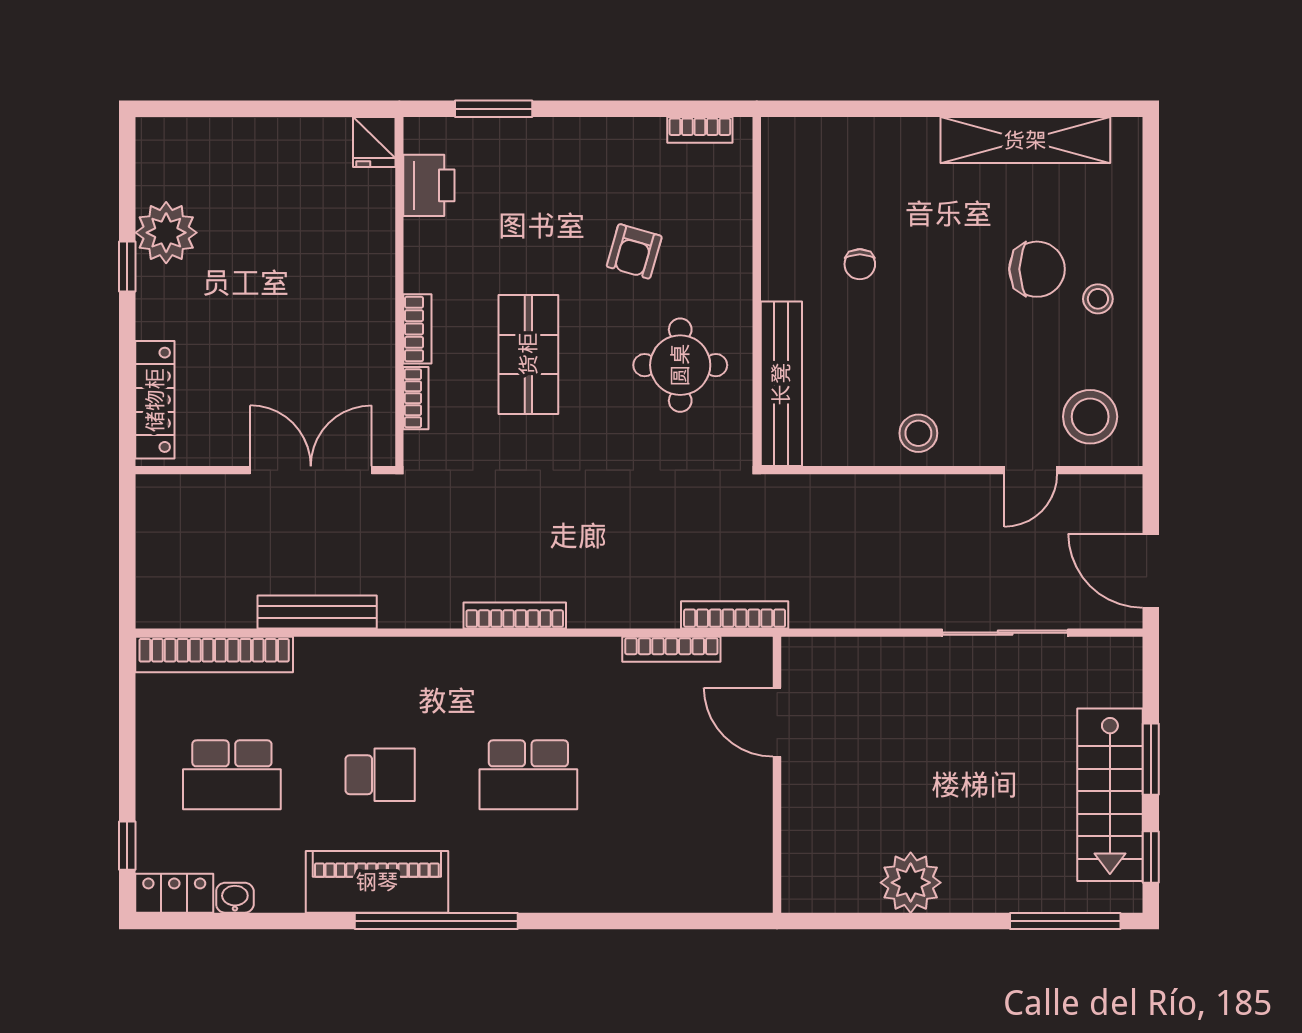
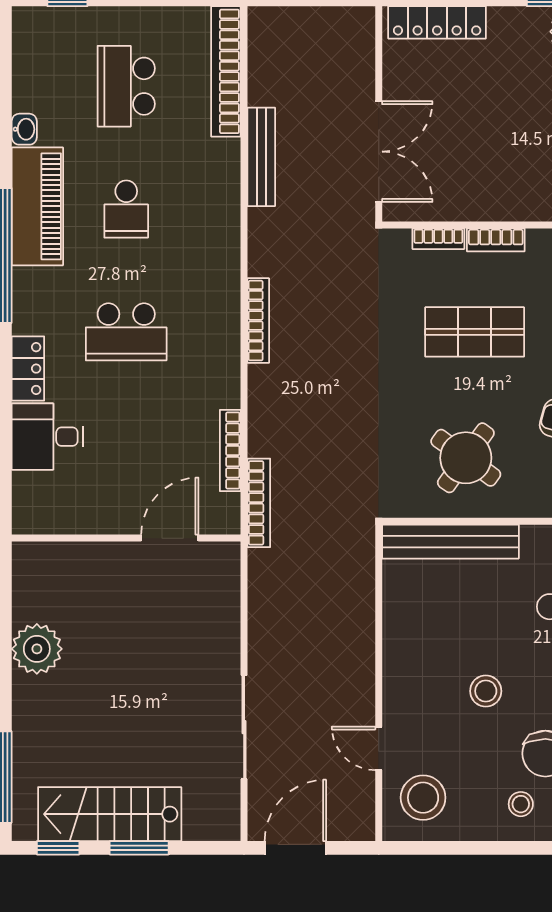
round table: (680, 365) -> (466, 458), turned 36
stool: (918, 433) -> (486, 691), moved
school desk: (528, 775) -> (126, 332), turned -90
desk: (655, 870) -> (48, 437), added
locker: (174, 893) -> (28, 369), moved
washbasin: (235, 898) -> (24, 129), moved

